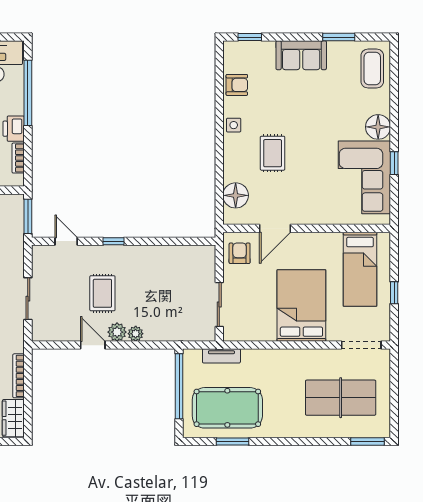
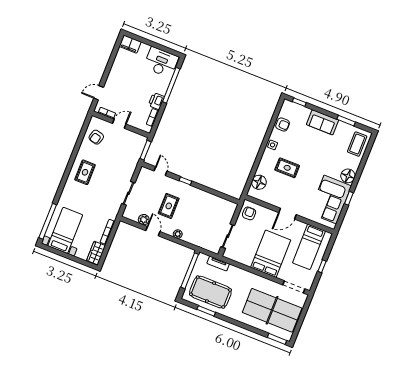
rug: (273, 153) -> (287, 168), turned 90
door: (275, 228) -> (288, 214), moved
plant: (117, 332) -> (144, 220), moved
table tennis table: (341, 398) -> (272, 310), width x1.36, depth x1.32

